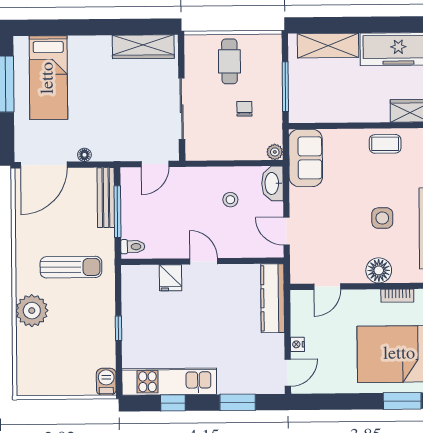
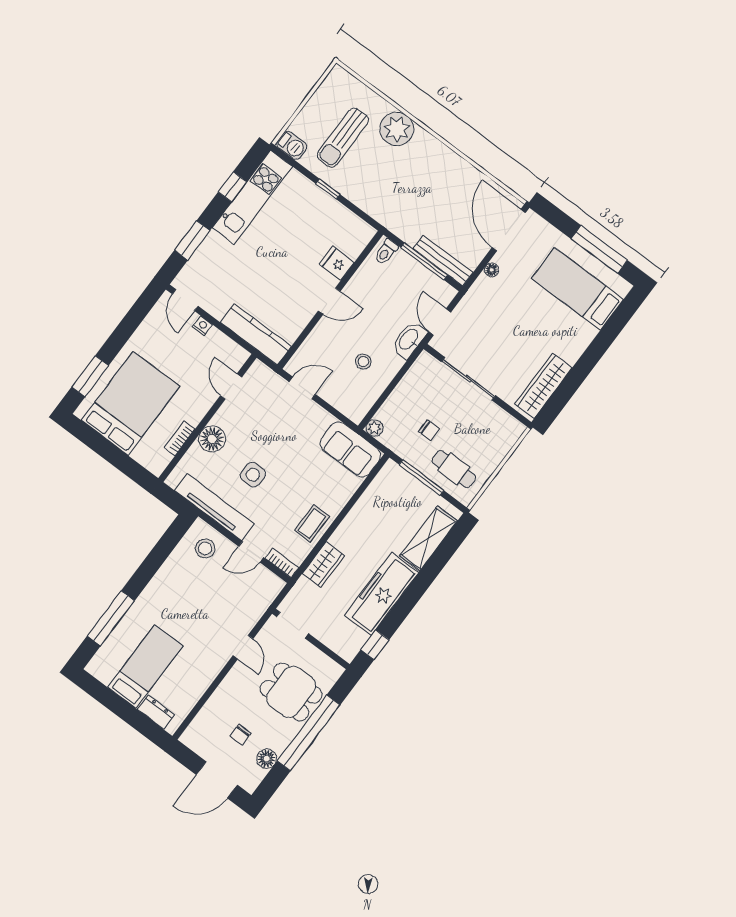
cafe table: (229, 61) -> (454, 469), moved
washbasin: (272, 183) -> (409, 340), moved, turned -90
sun lounger: (71, 267) -> (343, 138), moved

